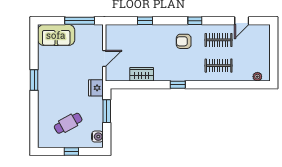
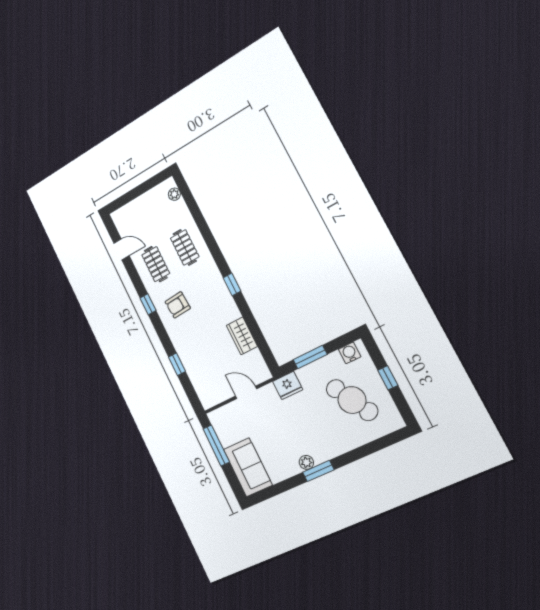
armchair: (184, 41) -> (178, 305), turned 86
plant: (43, 75) -> (306, 462), added
cafe table: (68, 123) -> (352, 400), width x1.37, depth x1.35

